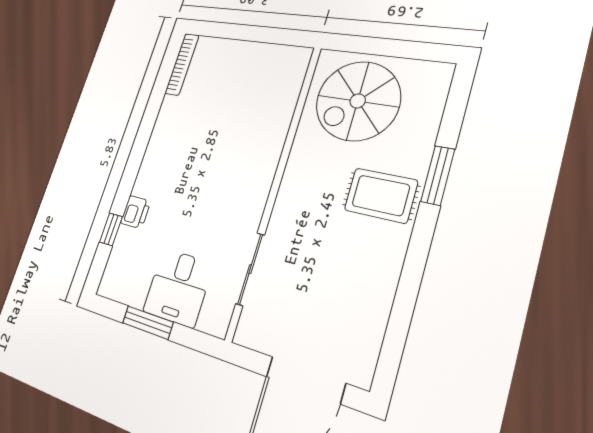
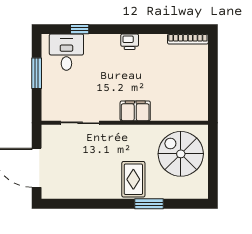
filing cabinet: (261, 167) -> (135, 111), added
printer: (136, 212) -> (130, 42), moved
desk: (178, 287) -> (66, 52), moved, turned 90

